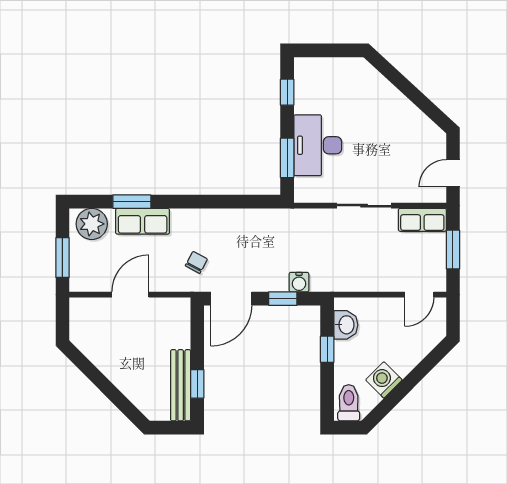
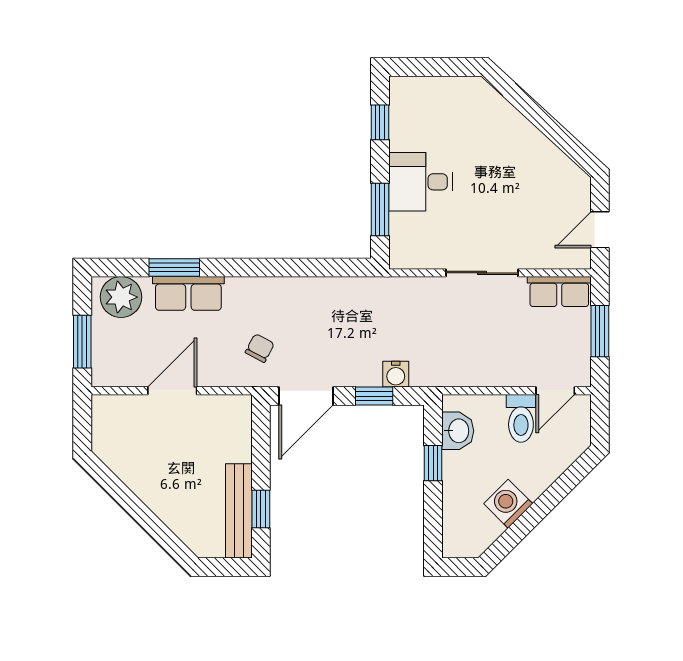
desk: (318, 145) -> (421, 182), width x0.73
toilet: (349, 403) -> (521, 418), moved, turned 180

